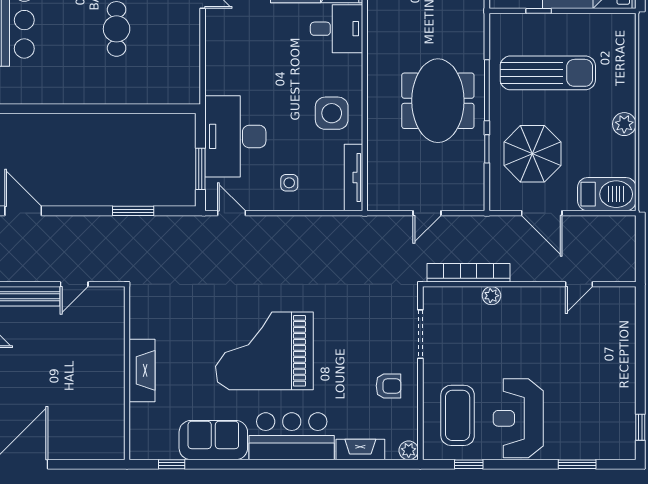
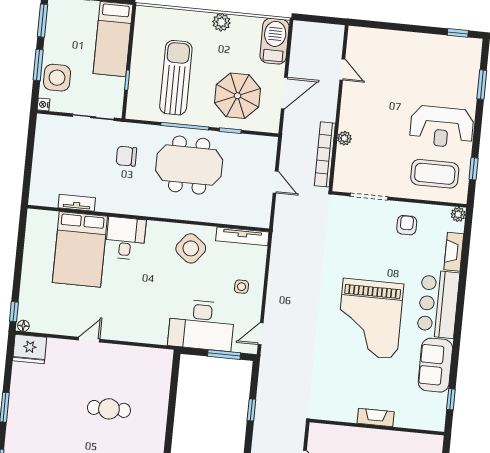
chair: (441, 20) -> (126, 156), added
side table: (332, 113) -> (191, 248), turned 38
window: (133, 211) -> (251, 410), width x0.67
fireplace: (142, 370) -> (376, 418), width x0.73, depth x0.76

